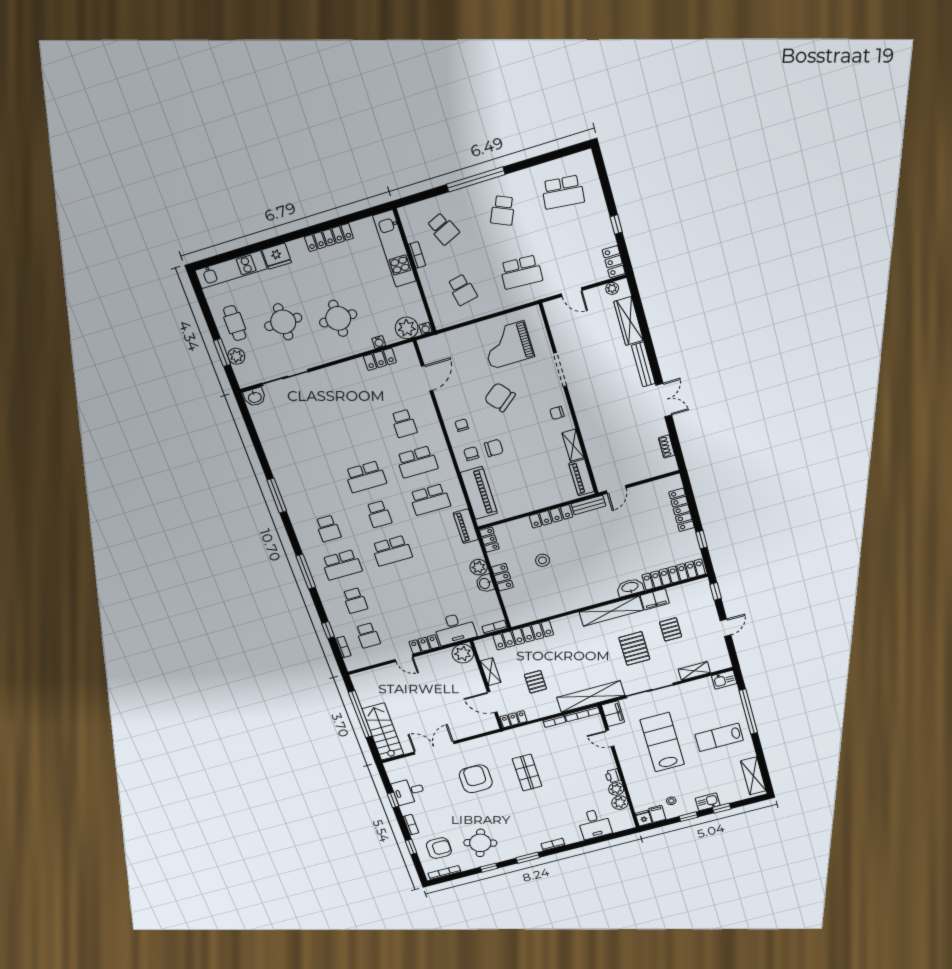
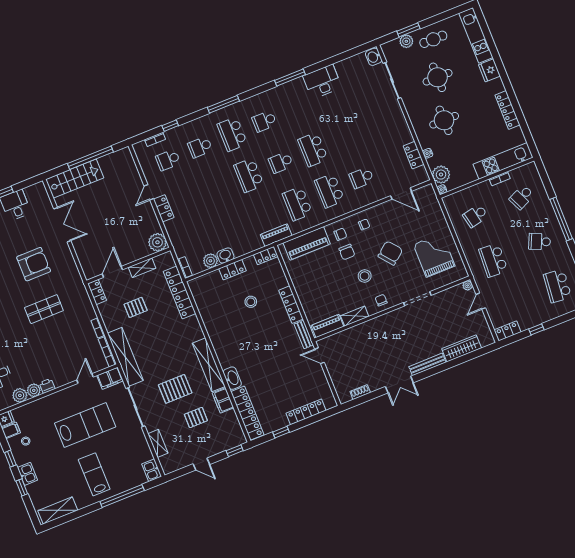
plant: (612, 288) -> (468, 285), moved
stool: (525, 430) -> (365, 276), added
plant: (479, 567) -> (210, 261), moved
desk: (455, 629) -> (322, 82), moved, turned 90

